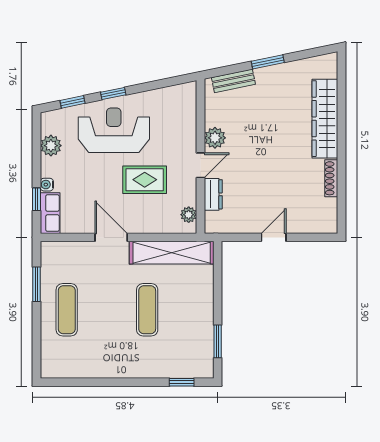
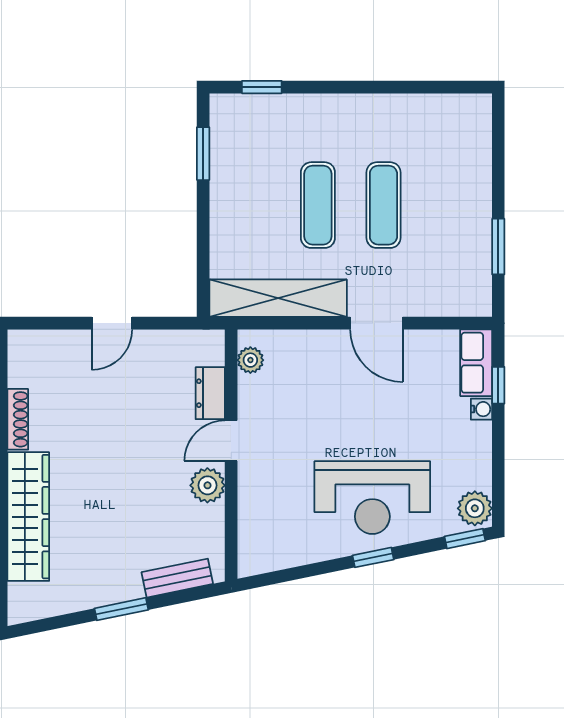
window: (73, 102) -> (465, 539), moved
plant: (51, 146) -> (475, 508), moved
rug: (145, 180) -> (322, 417), removed
exercise mat: (67, 310) -> (383, 205), moved

